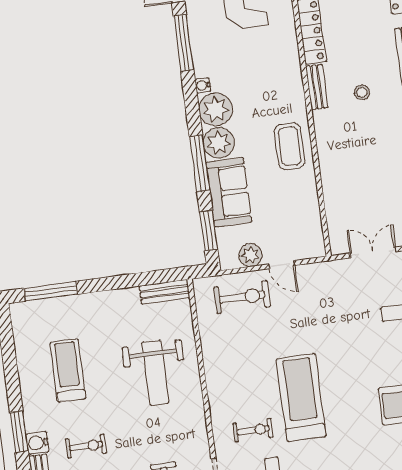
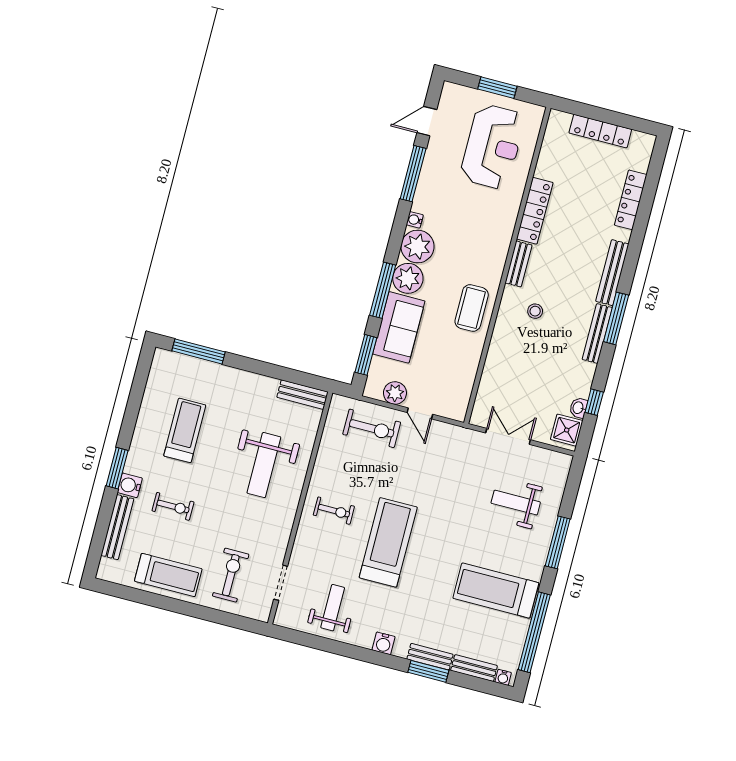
stool: (362, 92) -> (535, 311), moved
exercise bike: (253, 430) -> (334, 511), moved

